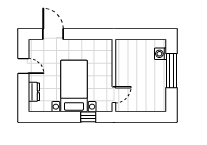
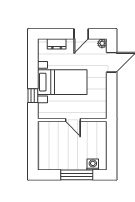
plant: (33, 44) -> (102, 43), added
door: (114, 95) -> (73, 120), moved

